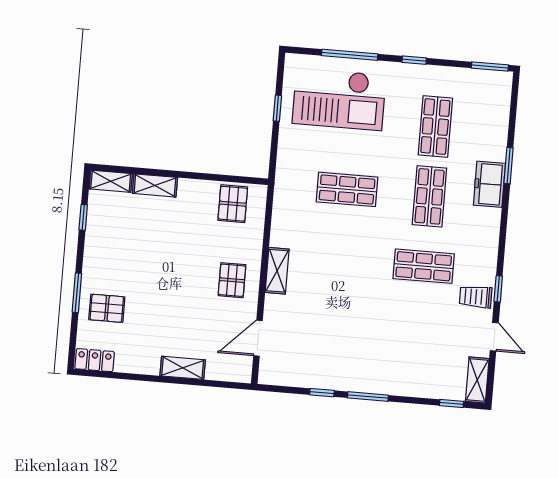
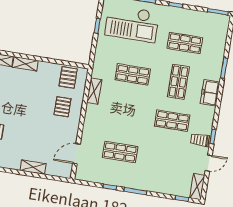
shop shelf: (435, 127) -> (185, 43), turned 90
freezer: (489, 184) -> (210, 93), moved
shelving: (277, 271) -> (94, 91), moved
pallet: (232, 280) -> (62, 107), moved
shop shelf: (335, 329) -> (120, 152), added
door: (494, 337) -> (209, 163), hinge flipped

